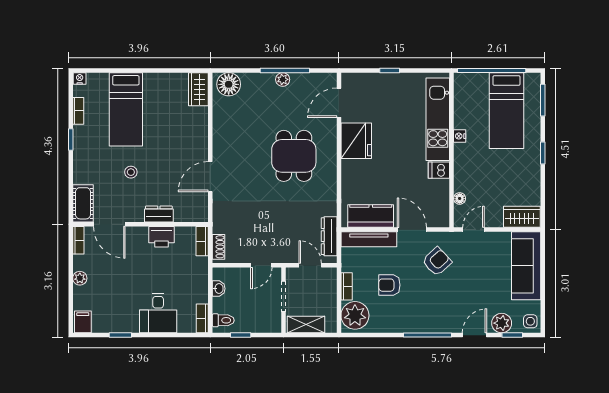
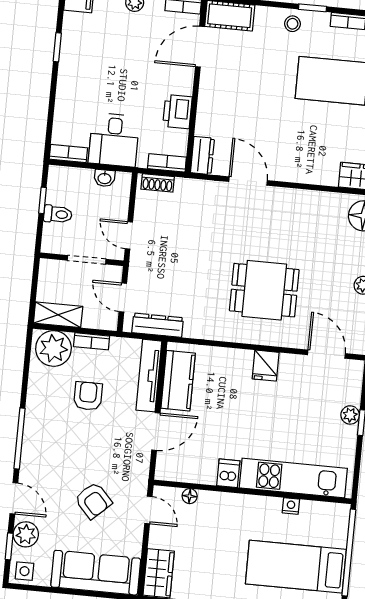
plant: (384, 80) -> (350, 415), added
nightstand: (460, 136) -> (291, 506), moved
fridge: (356, 141) -> (266, 366), width x0.53, depth x0.75
stool: (131, 172) -> (293, 24), moved
dresser: (159, 214) -> (202, 155), moved
armchair: (437, 261) -> (93, 501), moved
door: (310, 265) -> (123, 298), swing flipped
desk: (158, 313) -> (114, 140), moved, turned -90
toilet: (223, 320) -> (58, 214), moved, turned -90
shelving: (306, 325) -> (58, 315), moved, turned 90

